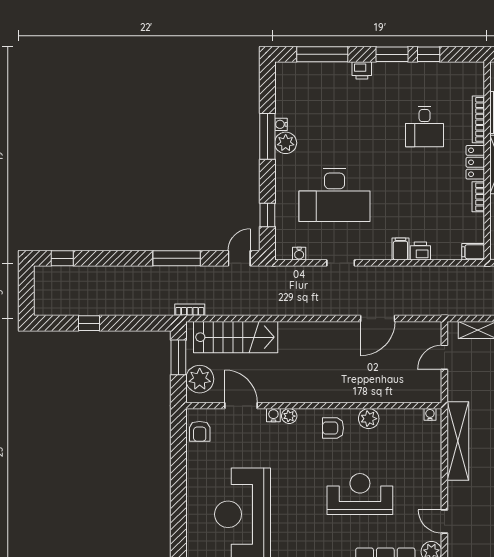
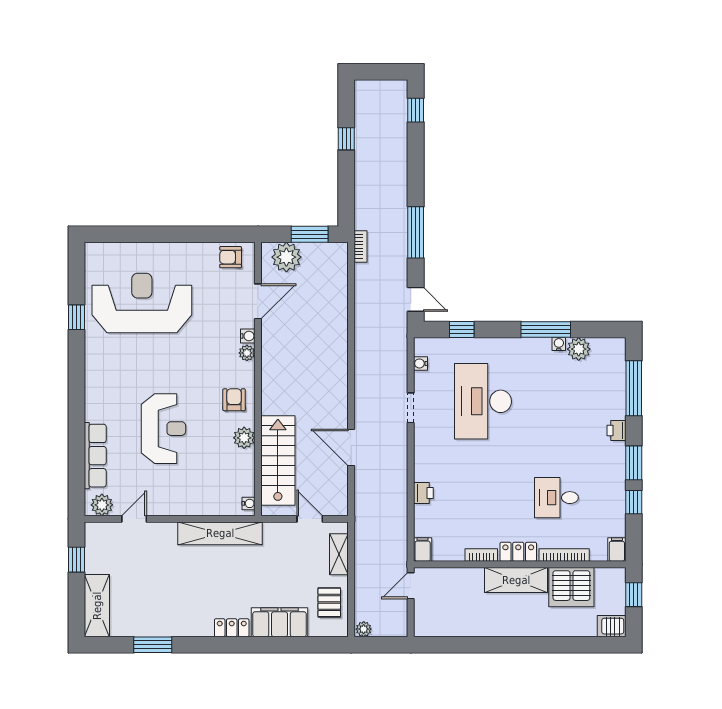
plant: (286, 143) -> (579, 349), moved
filing cabinet: (400, 249) -> (617, 550), moved, turned -90
stairs: (236, 337) -> (278, 460), moved, turned 180

